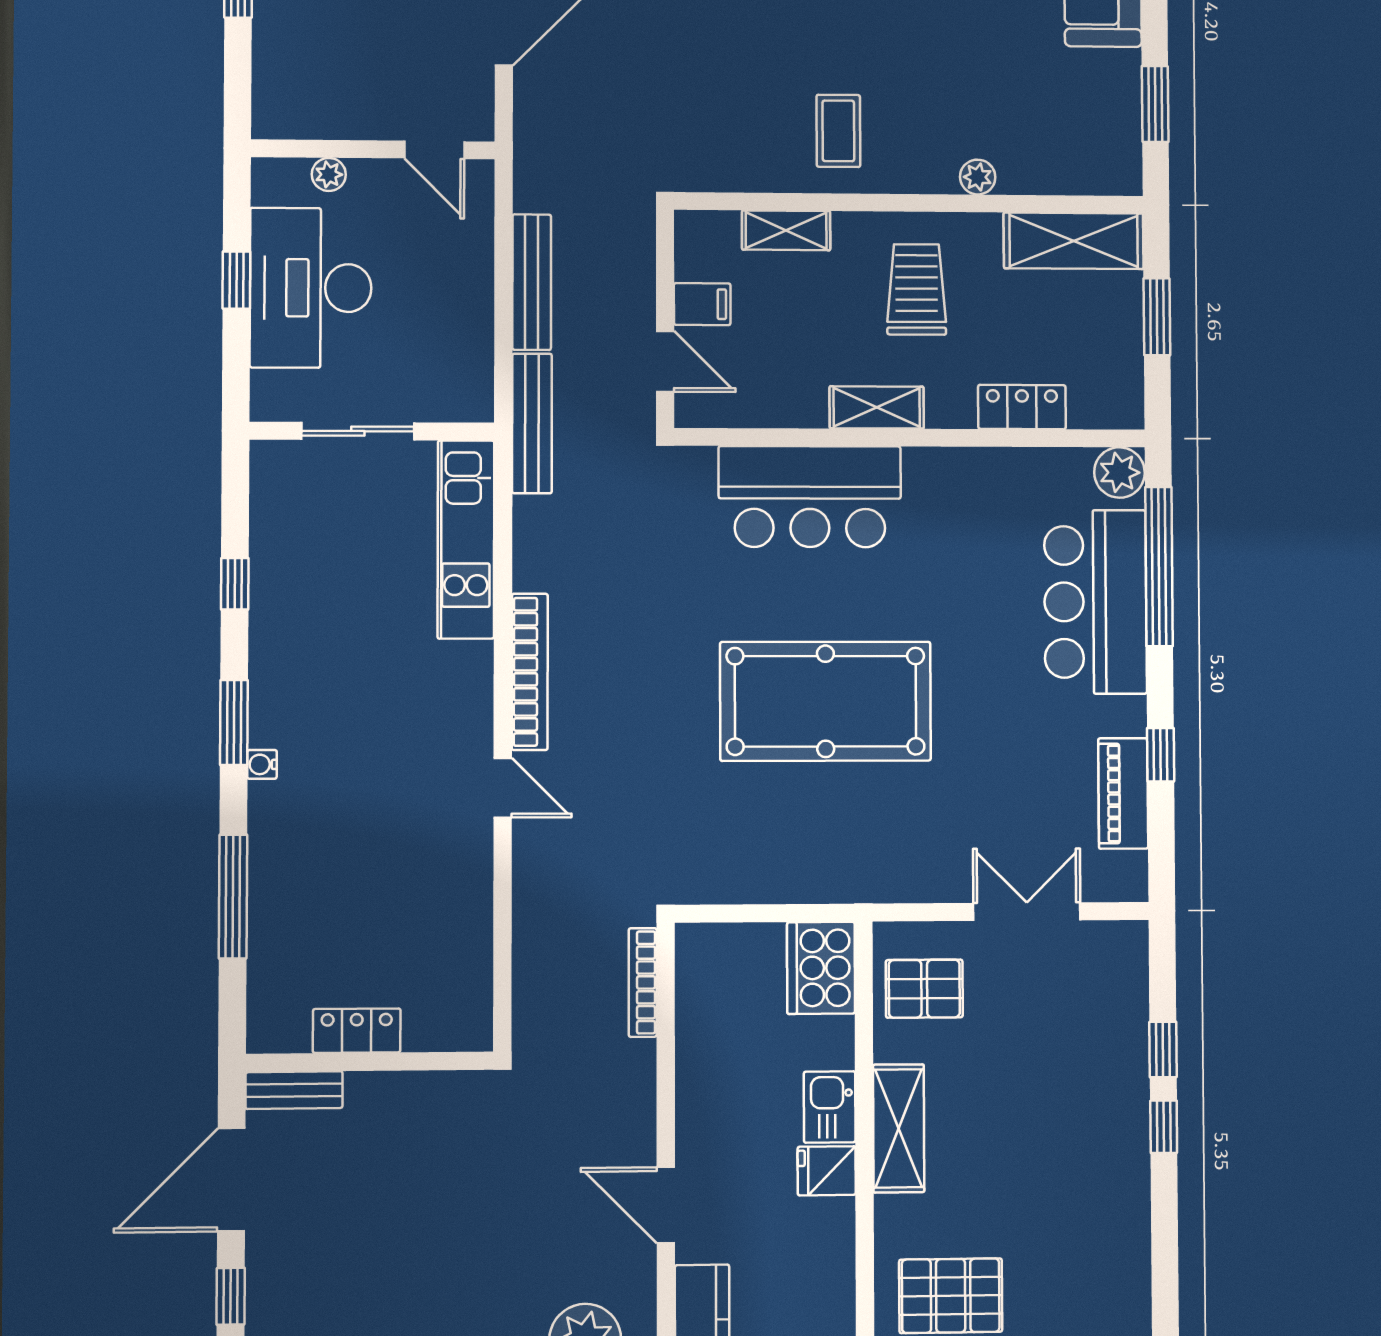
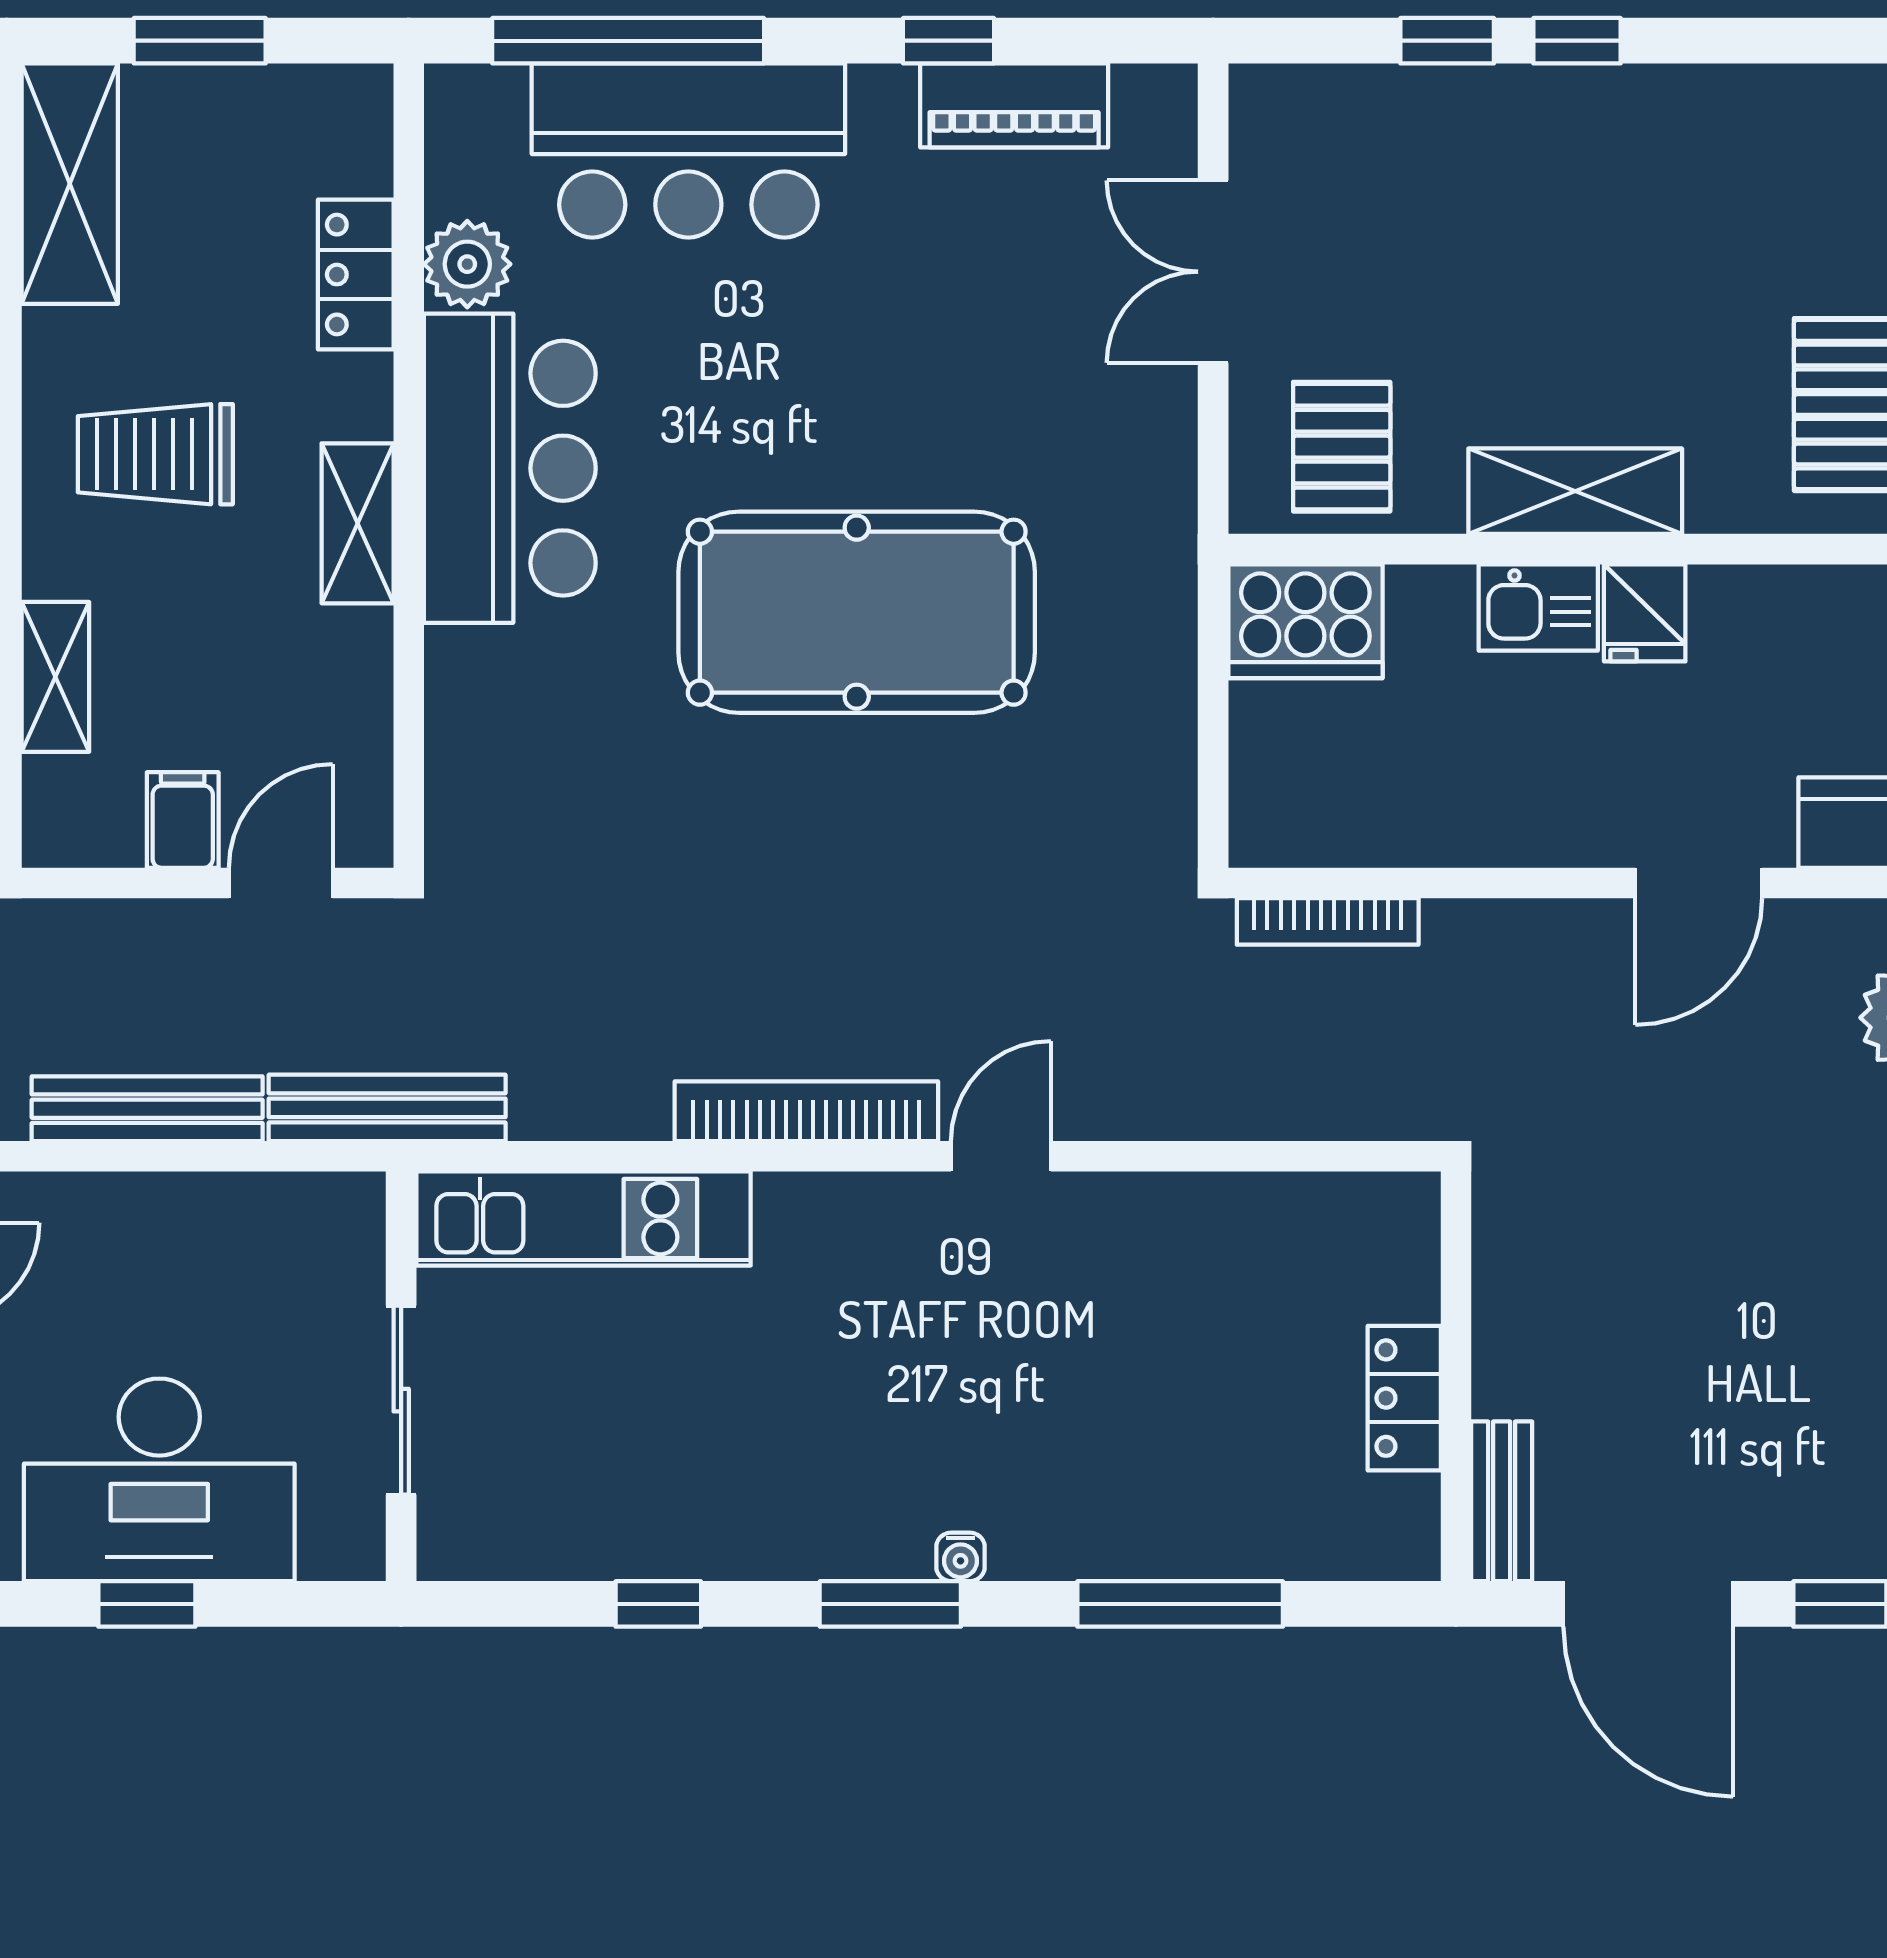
plant: (1119, 472) -> (467, 264), moved
bar counter: (810, 497) -> (510, 468), moved
pool table: (826, 701) -> (857, 612), turned 90

